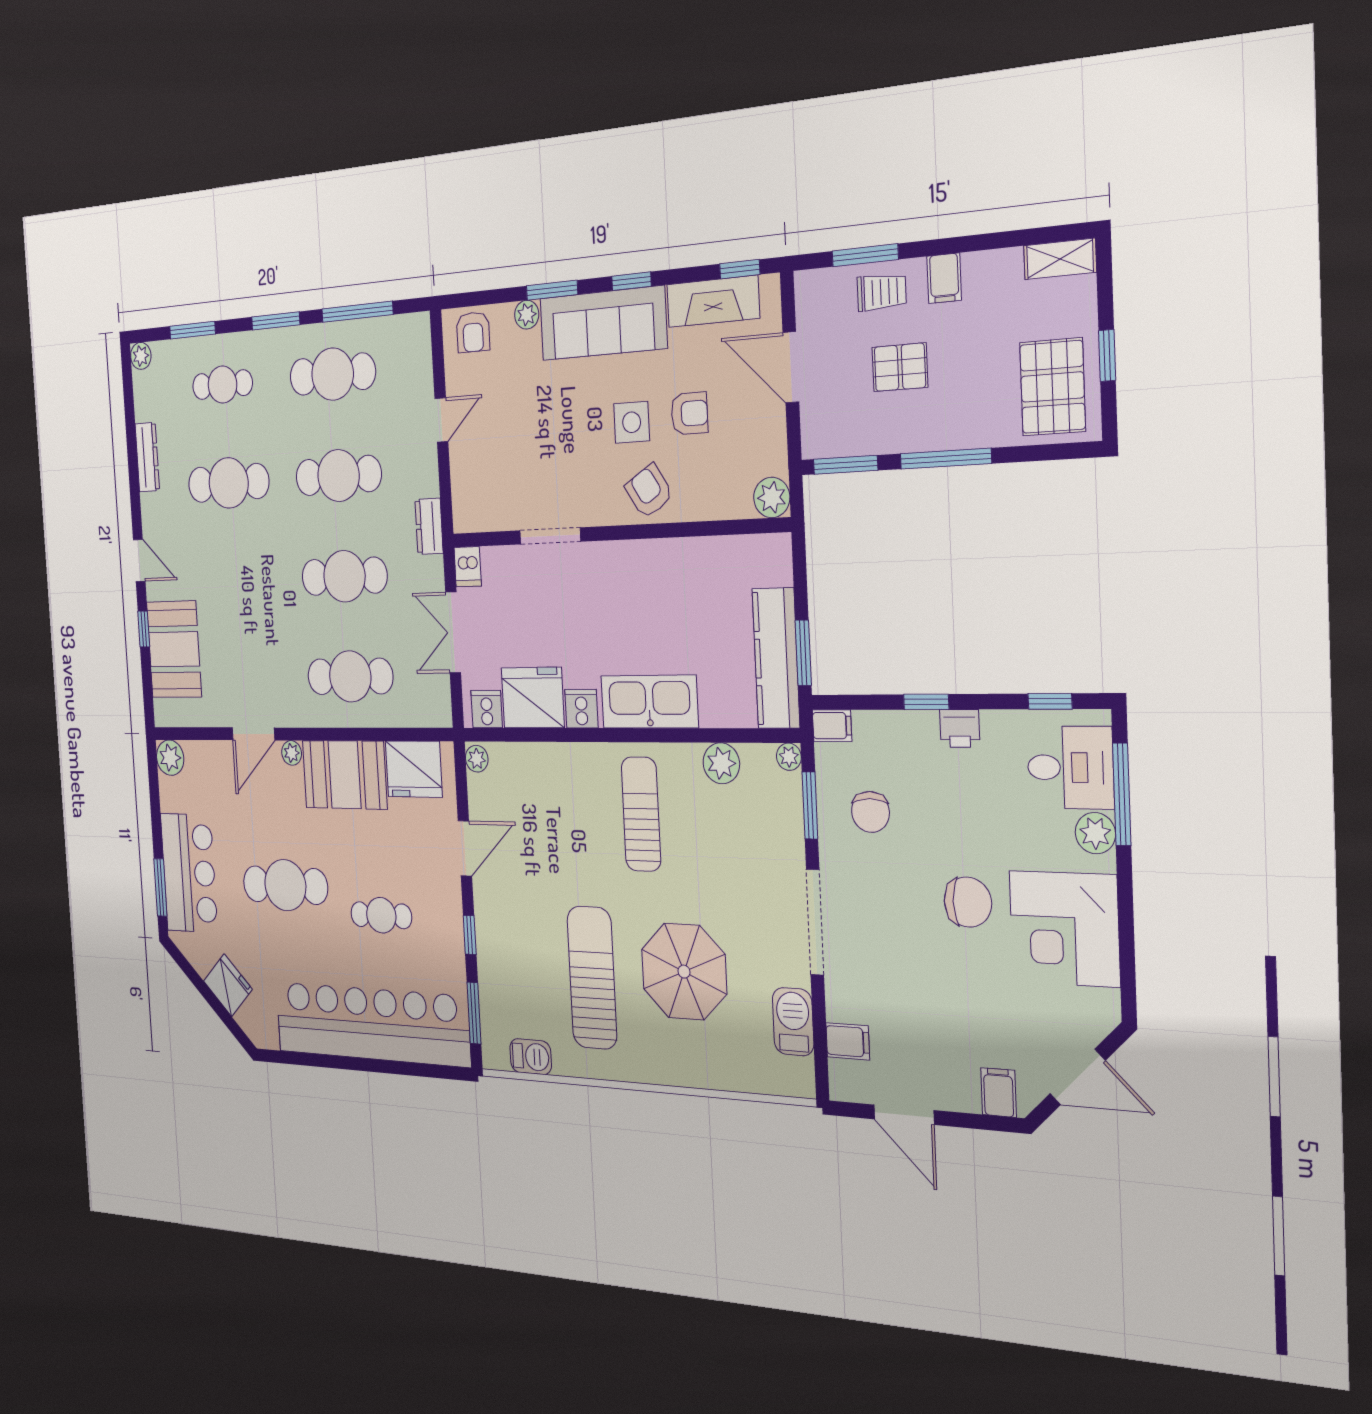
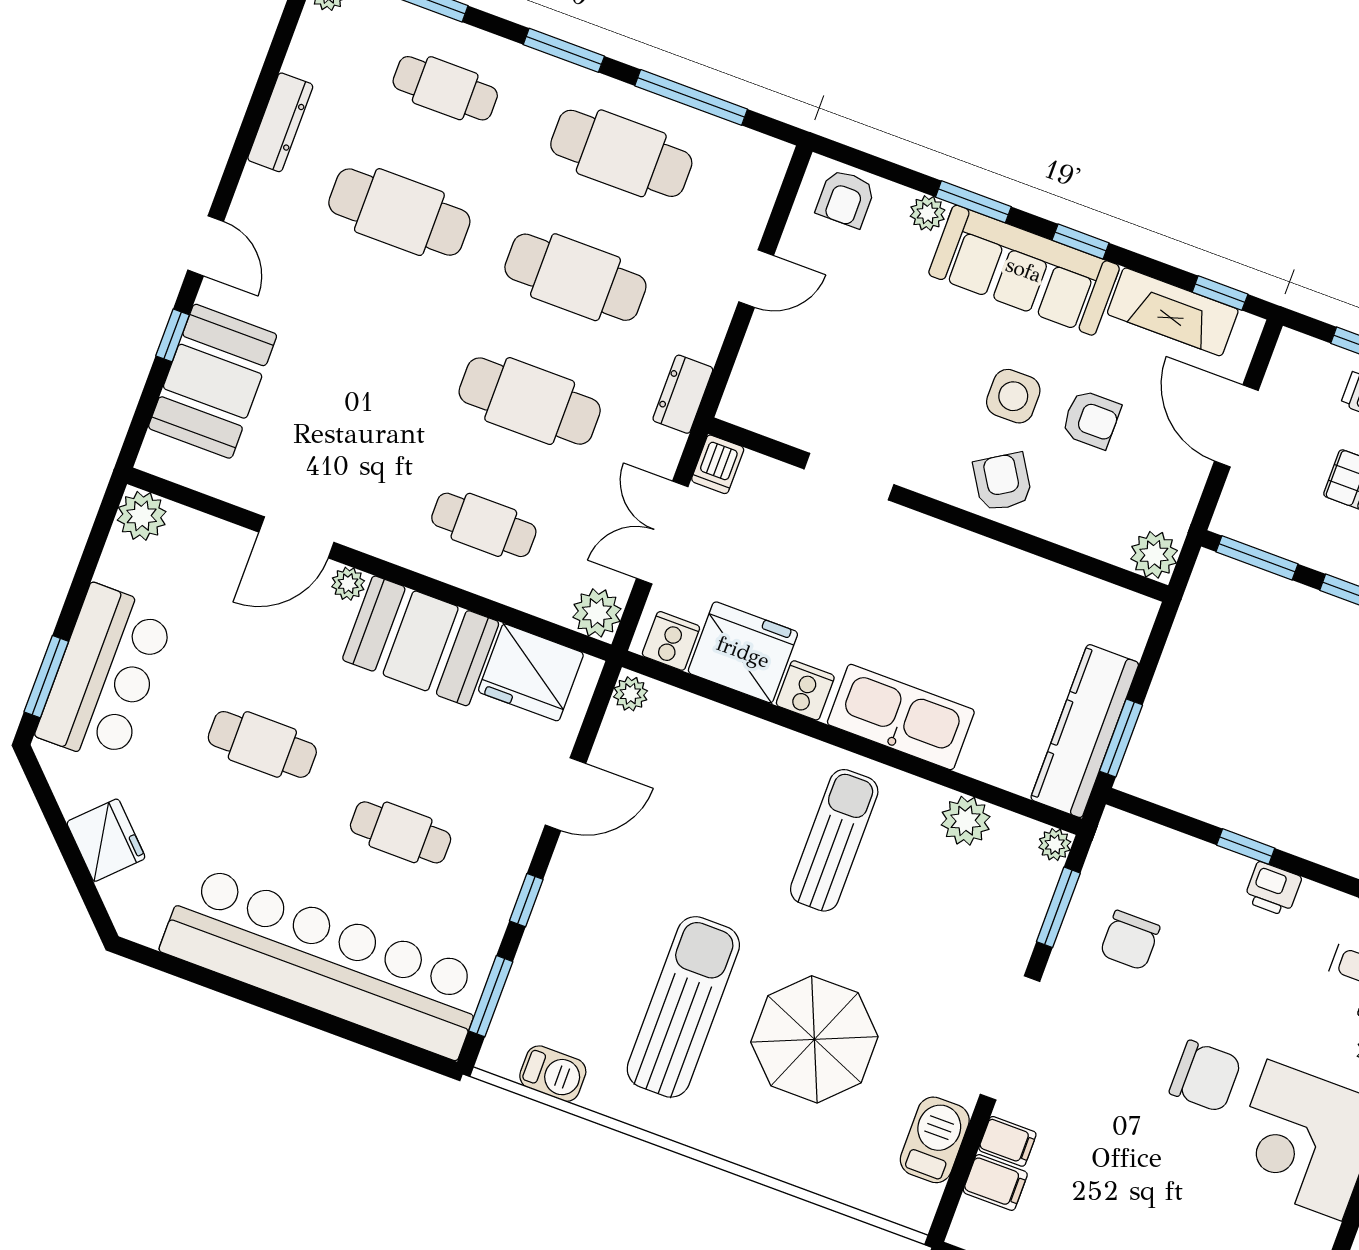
cafe table: (350, 676) -> (484, 525), width x0.73, depth x0.74
plant: (436, 709) -> (597, 613), added
filing cabinet: (832, 726) -> (1007, 1141), moved
cafe table: (285, 885) -> (262, 744), width x0.73, depth x0.74

